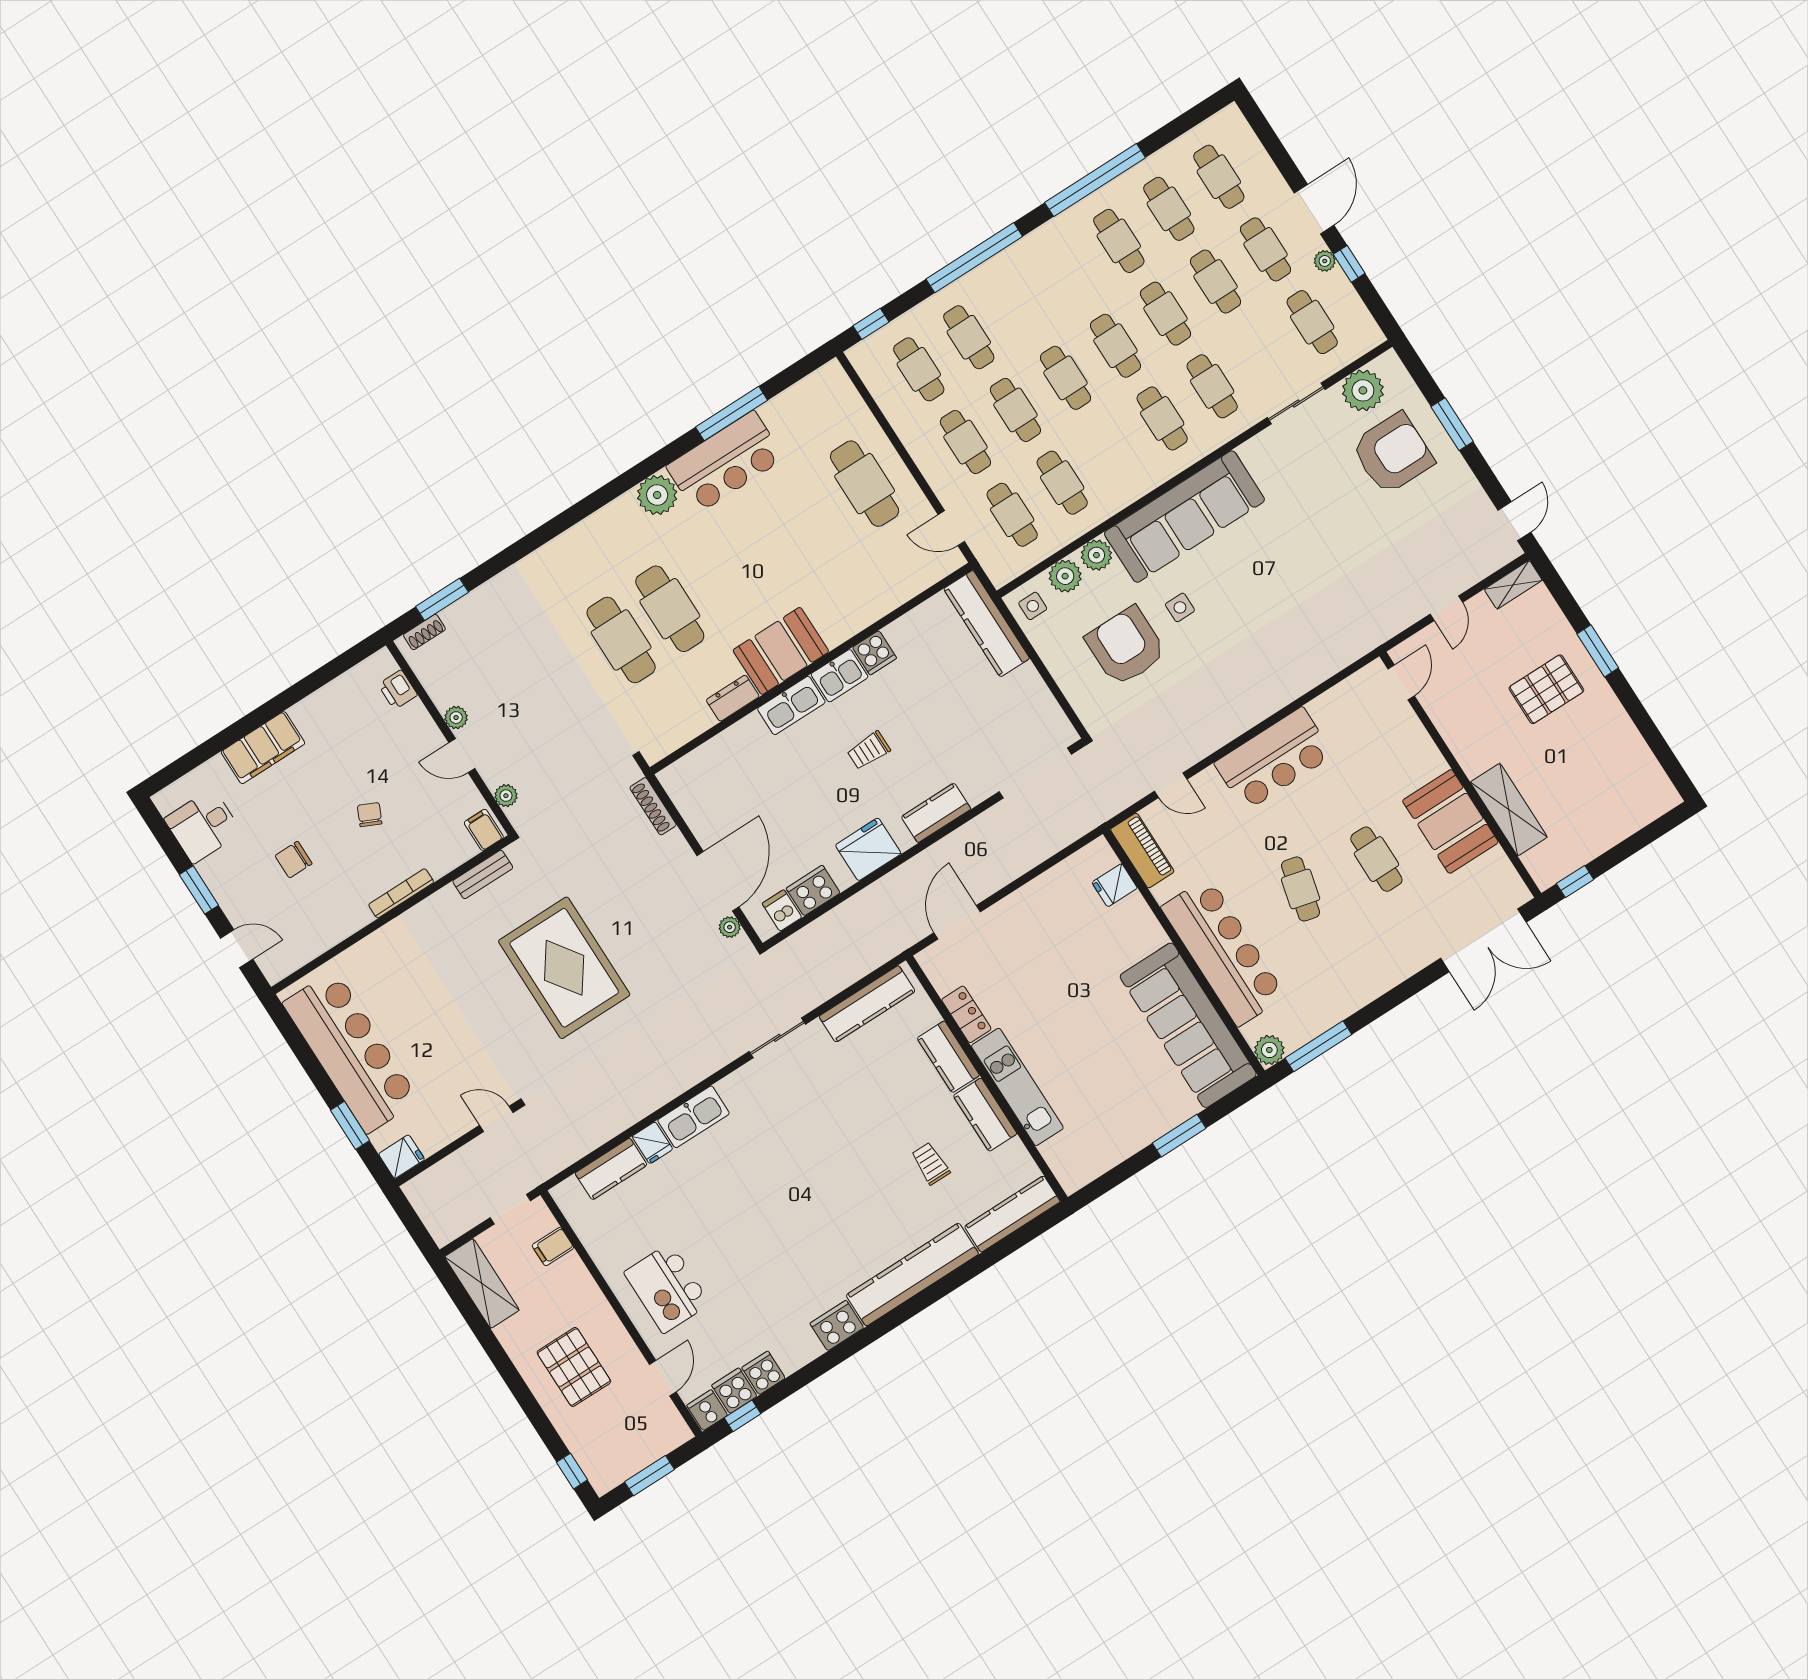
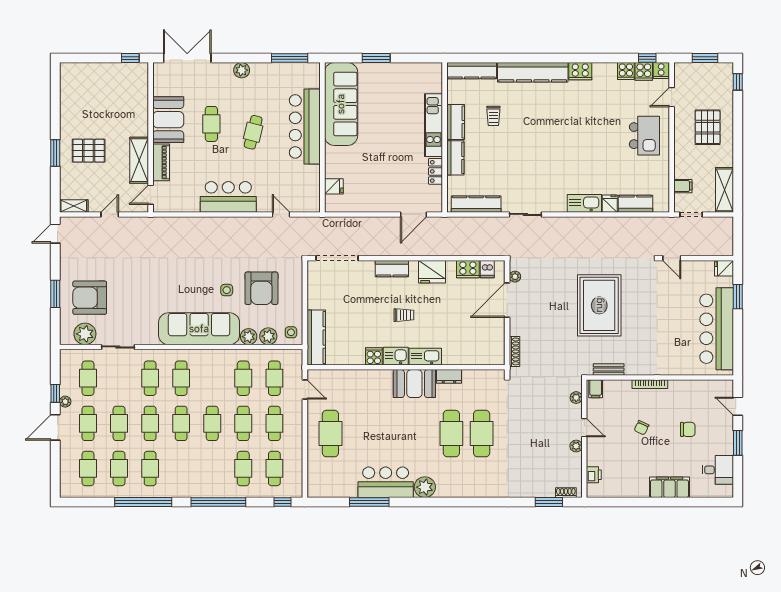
shelving: (1509, 810) -> (139, 160), moved
piano: (1142, 851) -> (161, 162), moved, turned 180
plant: (1269, 1050) -> (242, 70), moved

